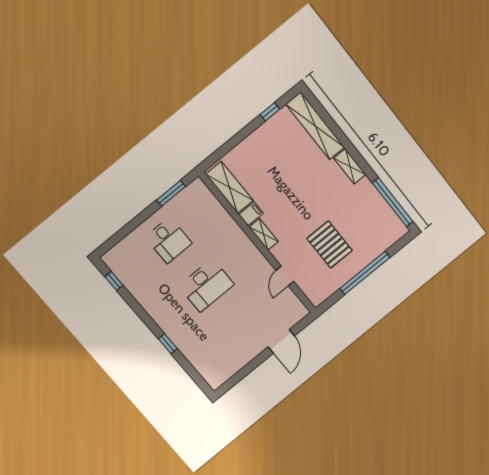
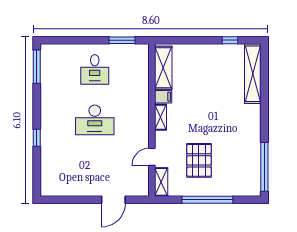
shelving: (350, 166) -> (161, 182), moved
window: (114, 281) -> (37, 67), width x2.17

